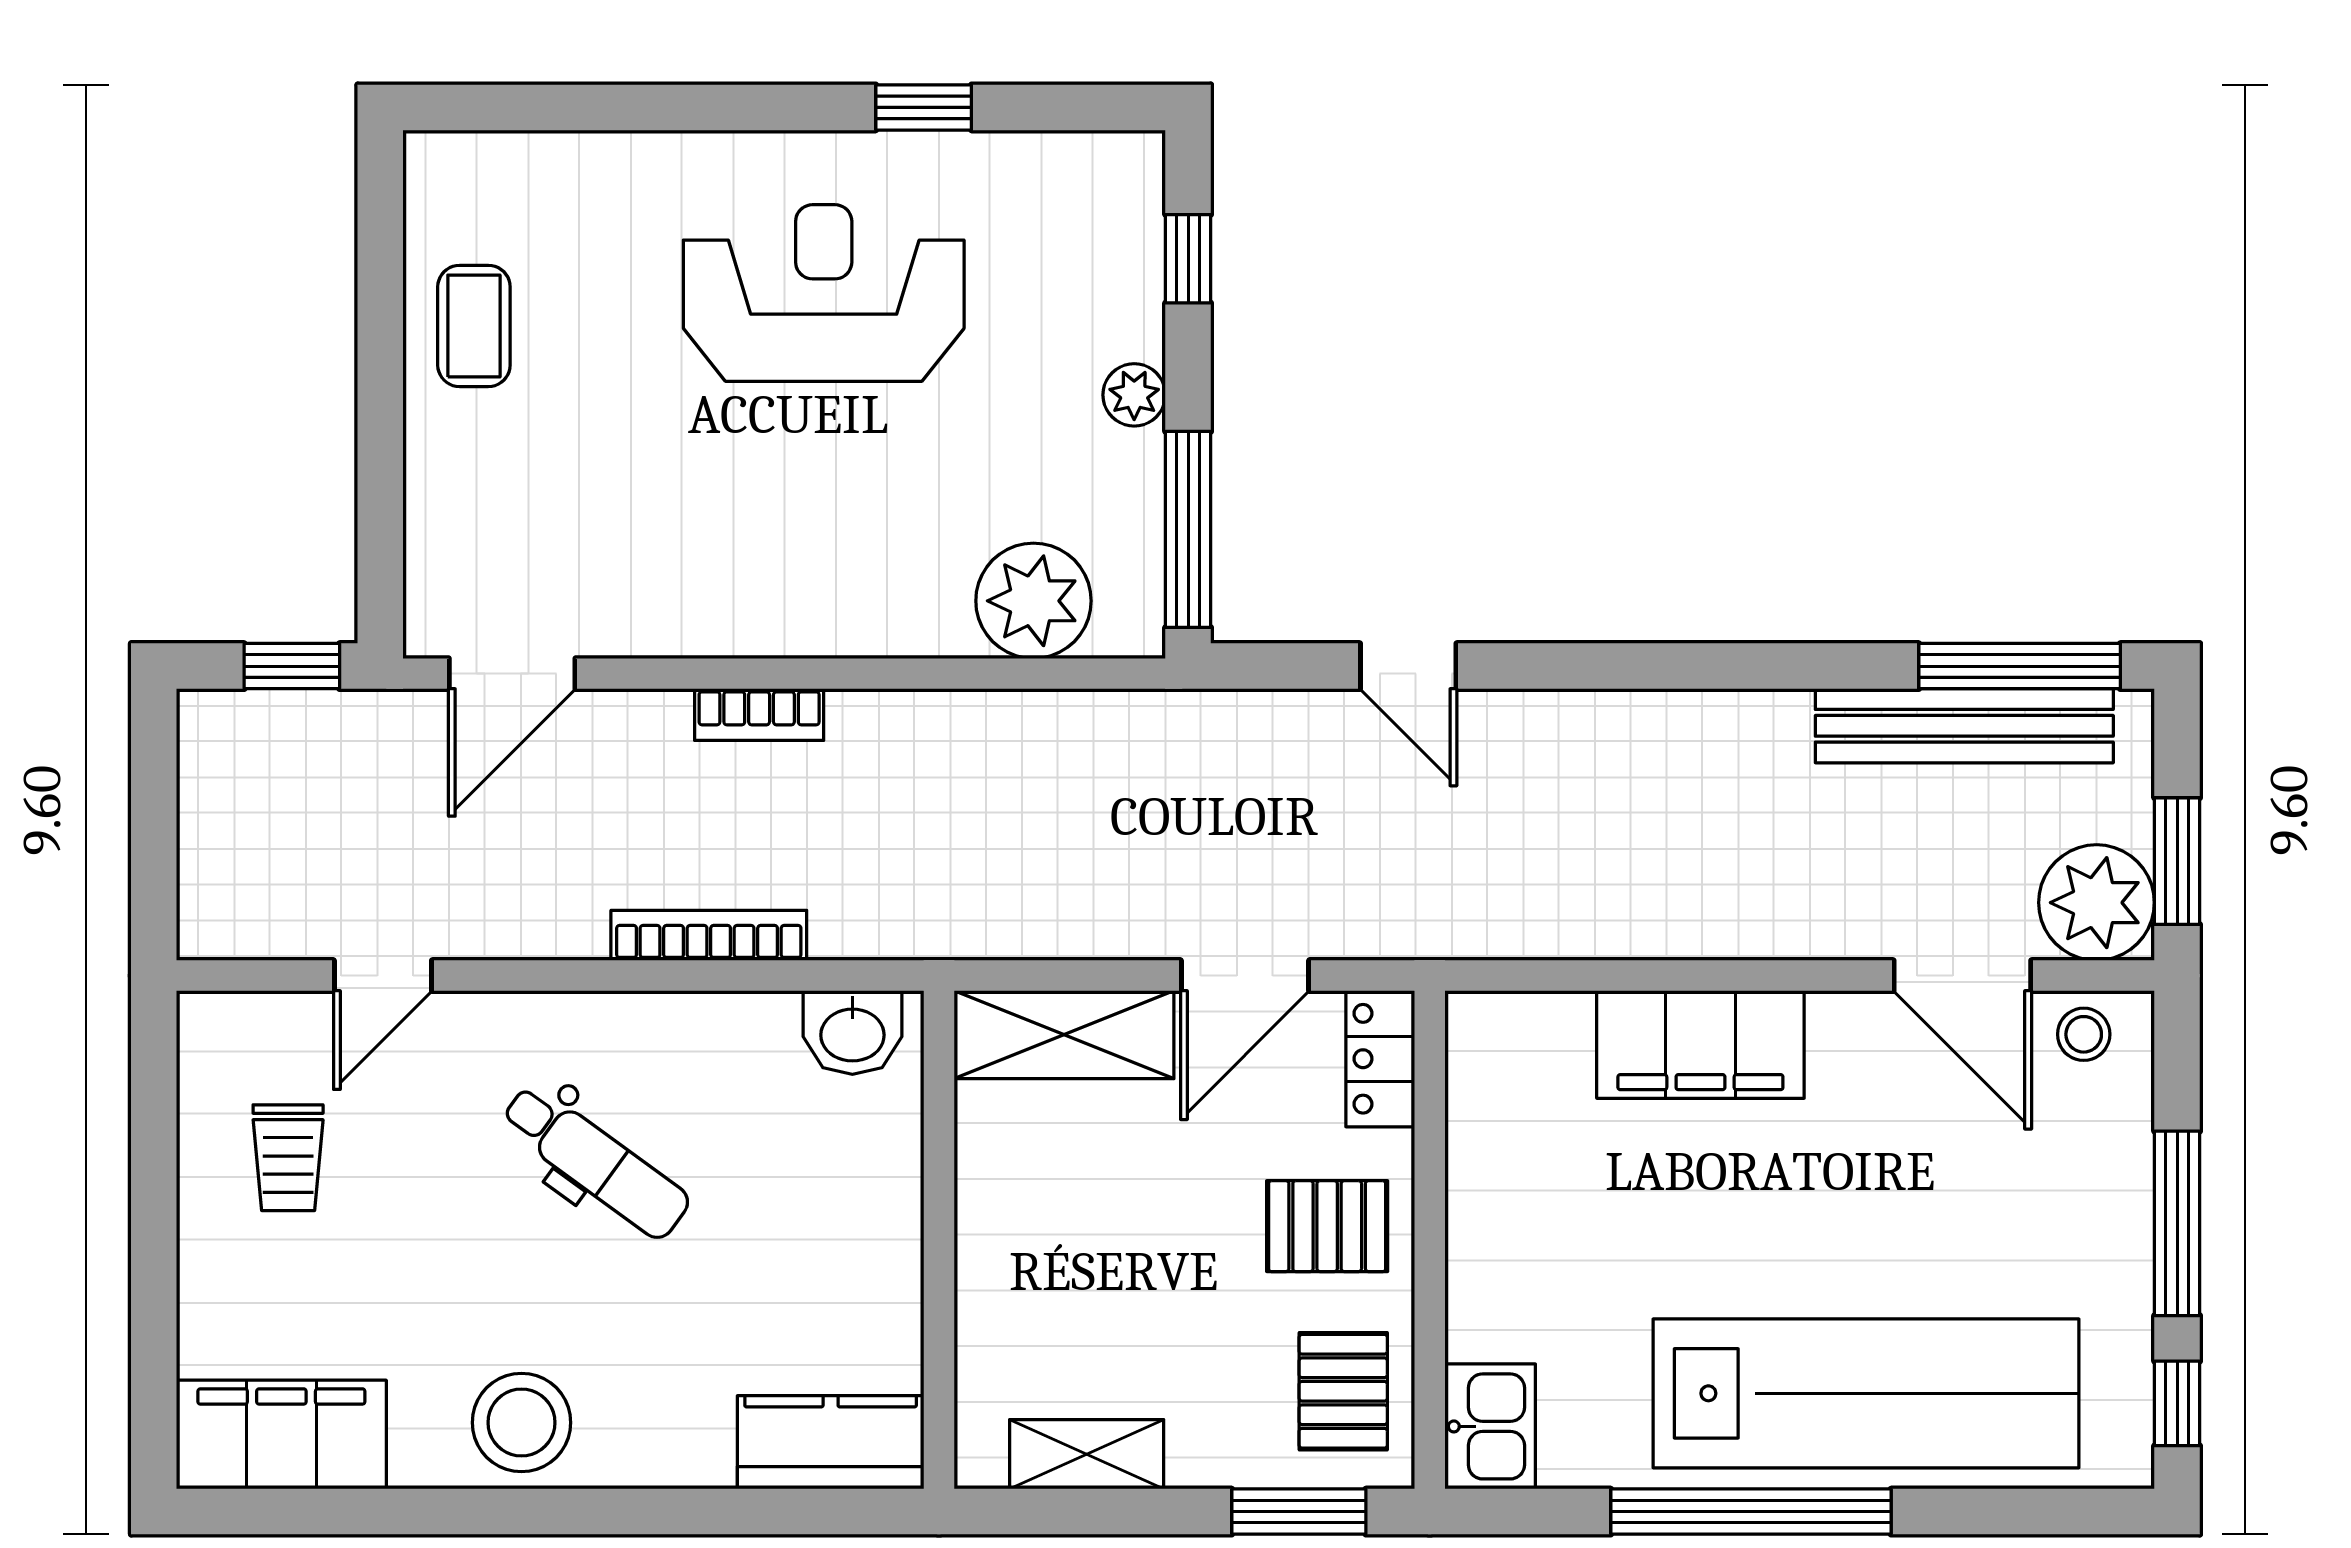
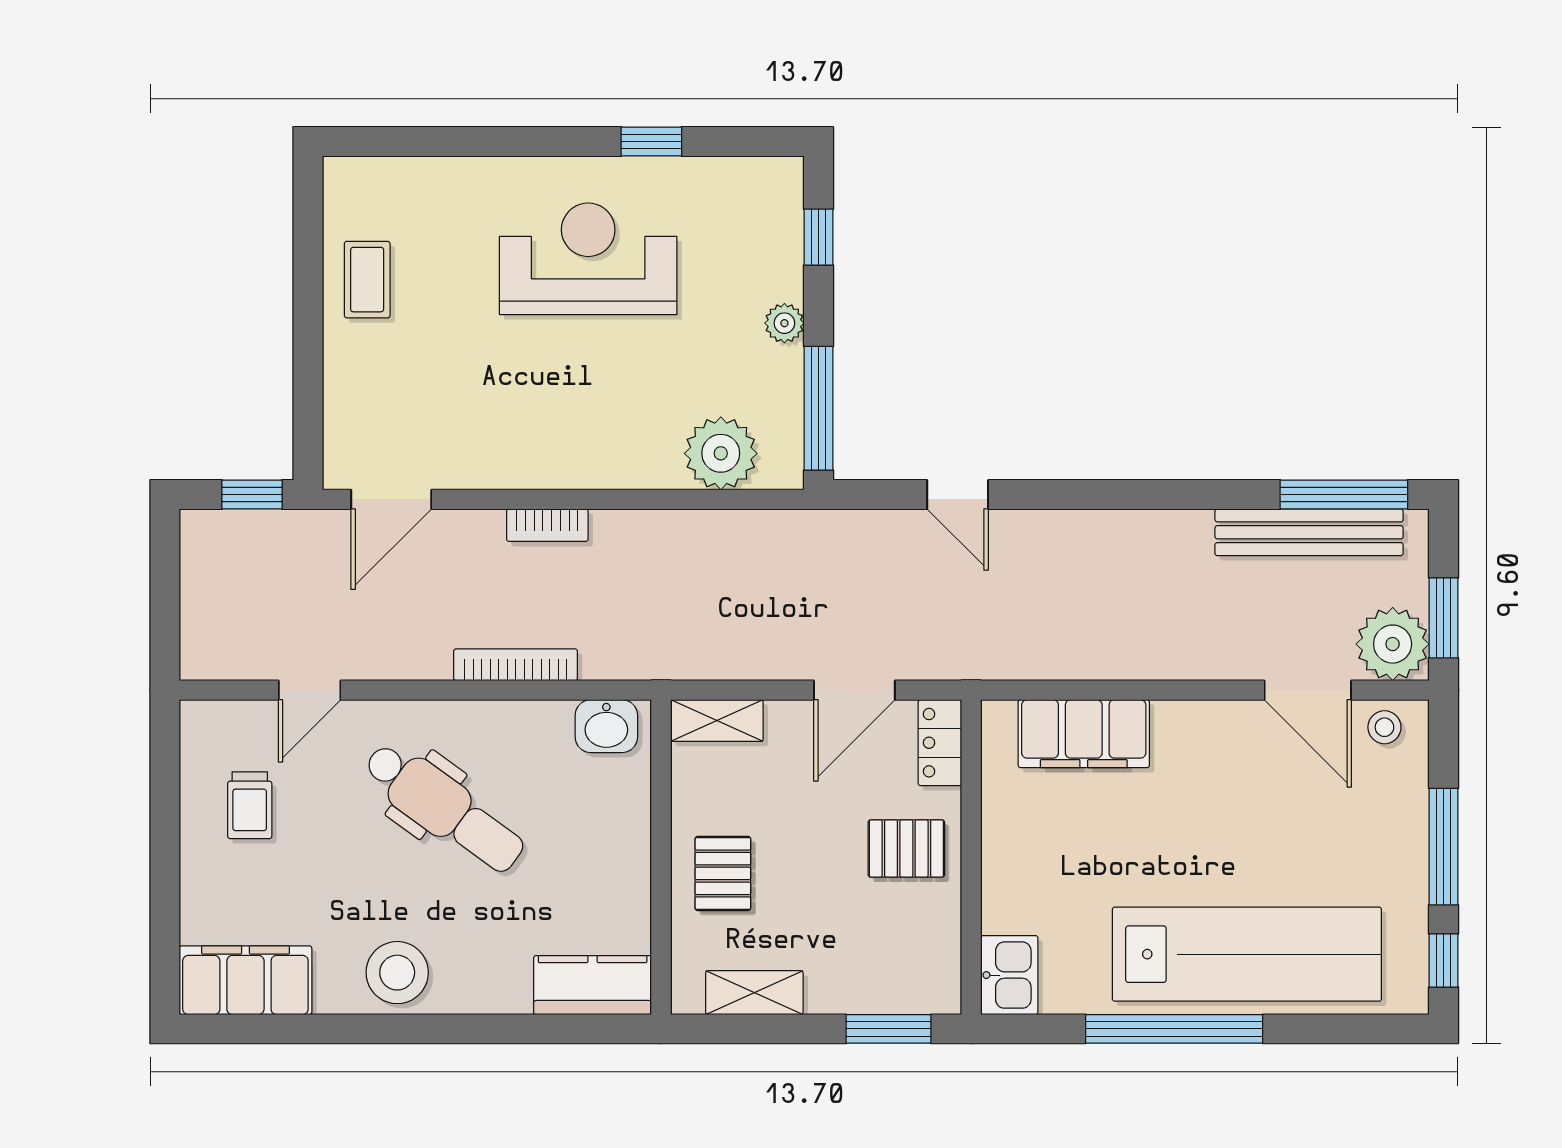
shelving: (1064, 1035) -> (717, 721), width x0.67, depth x0.75
filing cabinet: (1700, 1044) -> (1084, 734), moved
dental chair: (595, 1161) -> (444, 808), width x1.36, depth x1.38
pallet: (1343, 1391) -> (723, 873), moved

